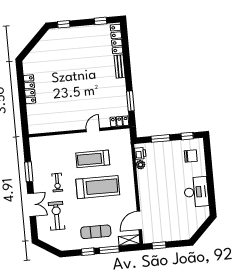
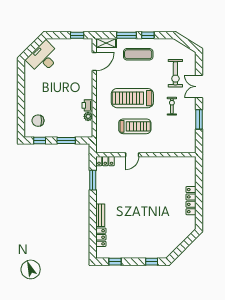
locker: (117, 39) -> (101, 237), width x0.66
printer: (140, 153) -> (87, 105), moved
desk: (196, 192) -> (43, 58), moved, turned 45

